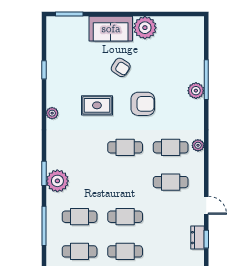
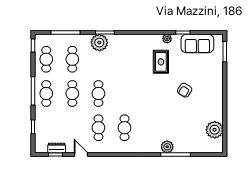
plant: (145, 28) -> (215, 130), moved
sofa: (111, 29) -> (197, 44), moved, turned -90
armchair: (143, 104) -> (157, 107), removed
rug: (97, 105) -> (161, 62), moved
plant: (52, 113) -> (167, 39), moved
plant: (198, 145) -> (126, 148), removed
cafe table: (125, 147) -> (98, 93), moved
door: (206, 205) -> (81, 155), swing flipped

